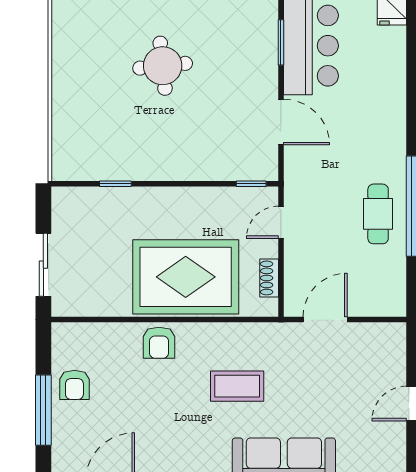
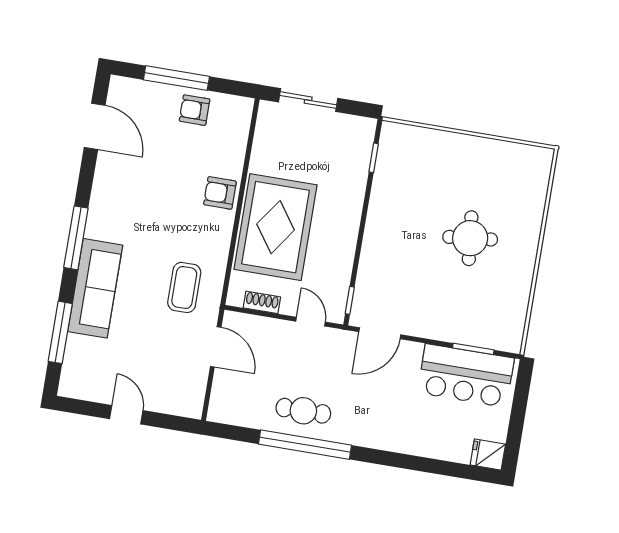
door: (281, 122) -> (380, 333), moved
window: (115, 184) -> (374, 158), moved
coffee table: (237, 386) -> (184, 287), moved

